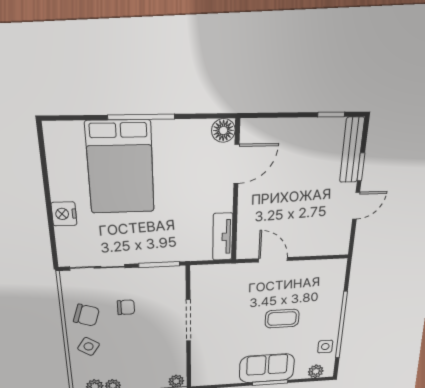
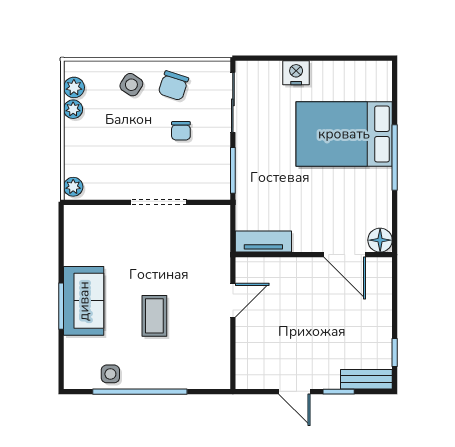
bench: (352, 150) -> (366, 379), width x0.73
plant: (316, 371) -> (74, 365), removed

